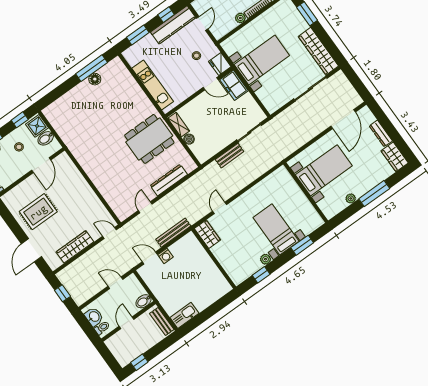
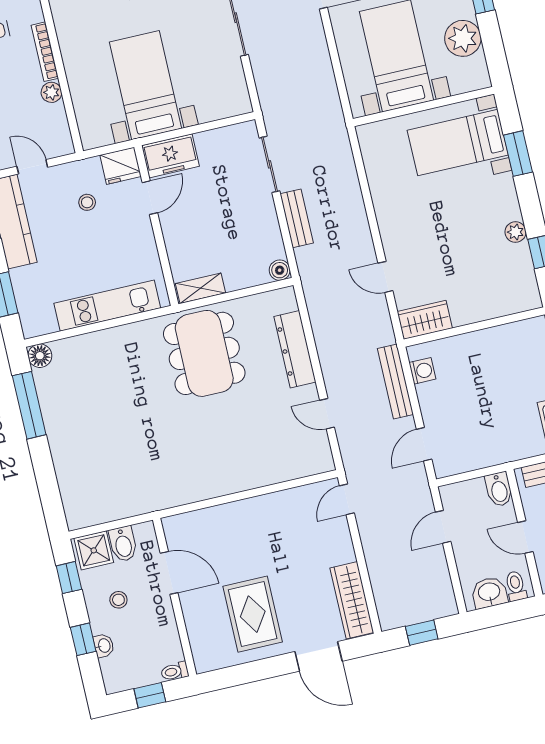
floor lamp: (95, 79) -> (40, 356), moved
boiler: (189, 139) -> (280, 270), moved
plant: (351, 198) -> (463, 38), width x1.88, depth x1.88
bed with nightstands: (276, 229) -> (458, 143), moved
wardrobe: (75, 247) -> (352, 600), moved
washing machine: (165, 256) -> (422, 371), moved

